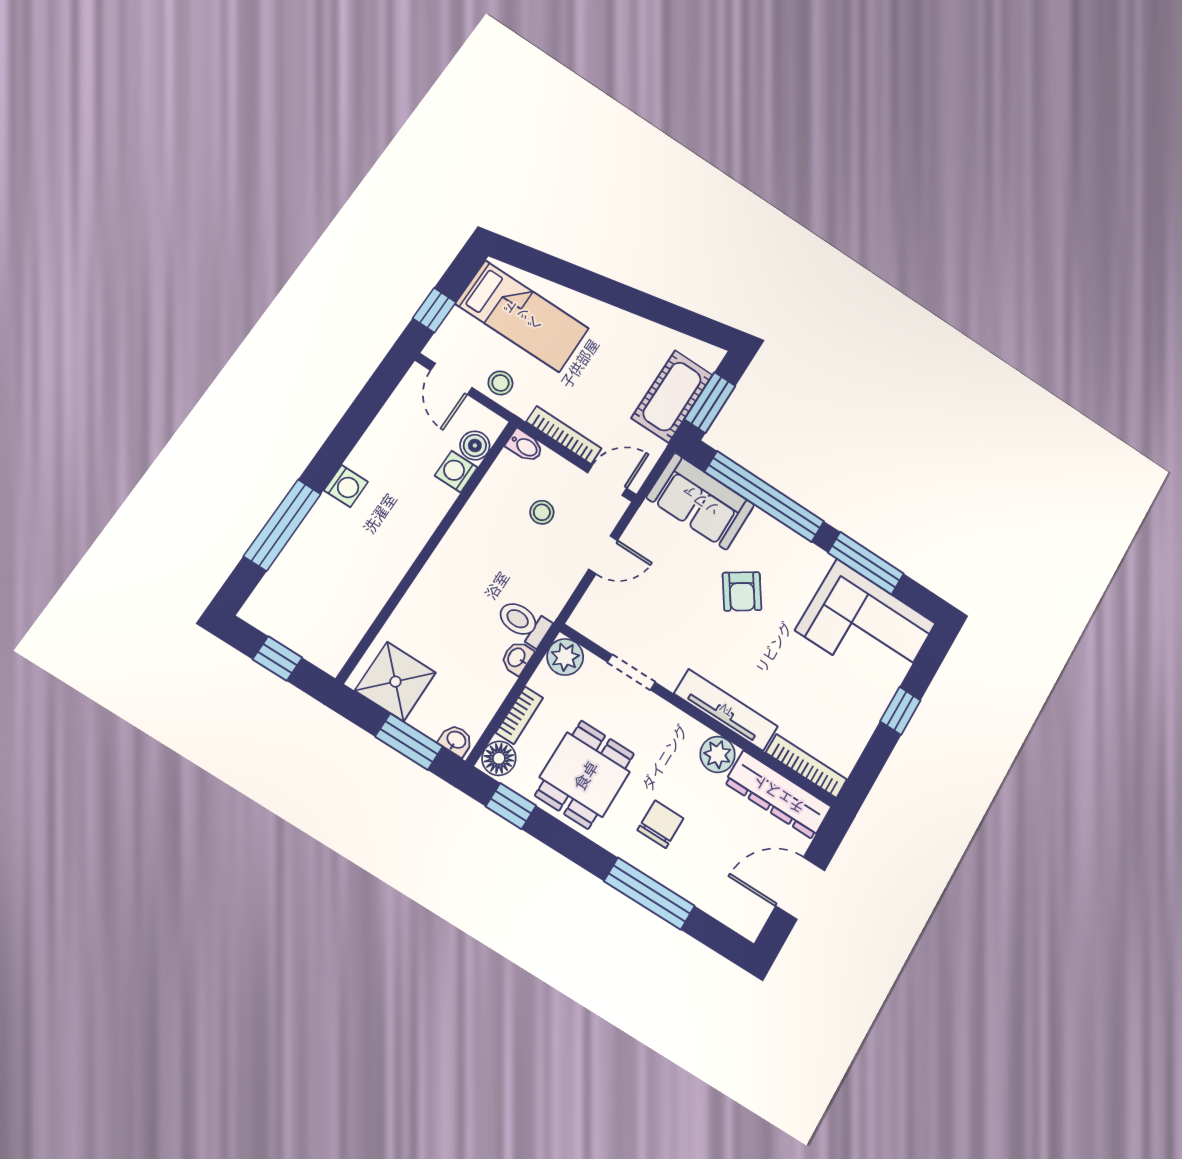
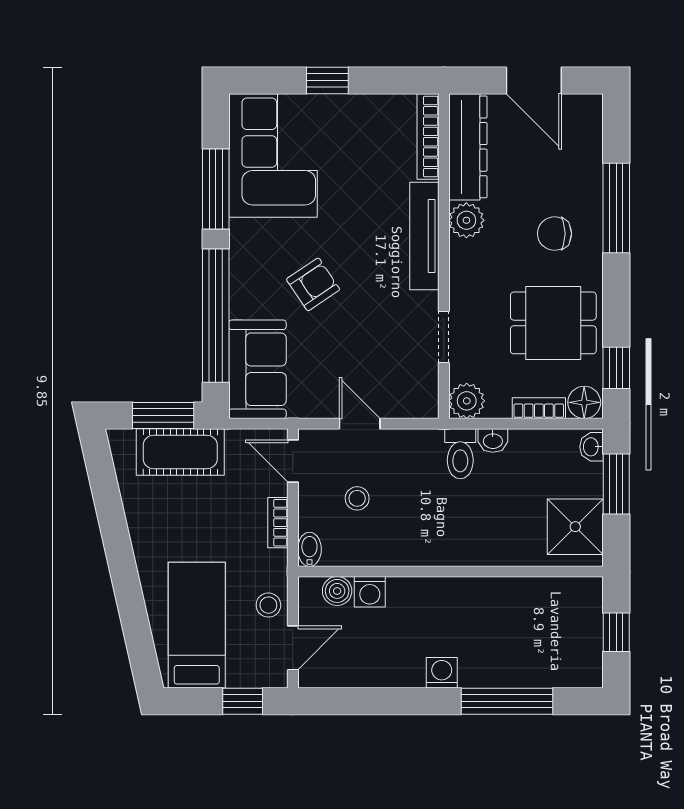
bookcase: (564, 435) -> (278, 523), width x0.64

